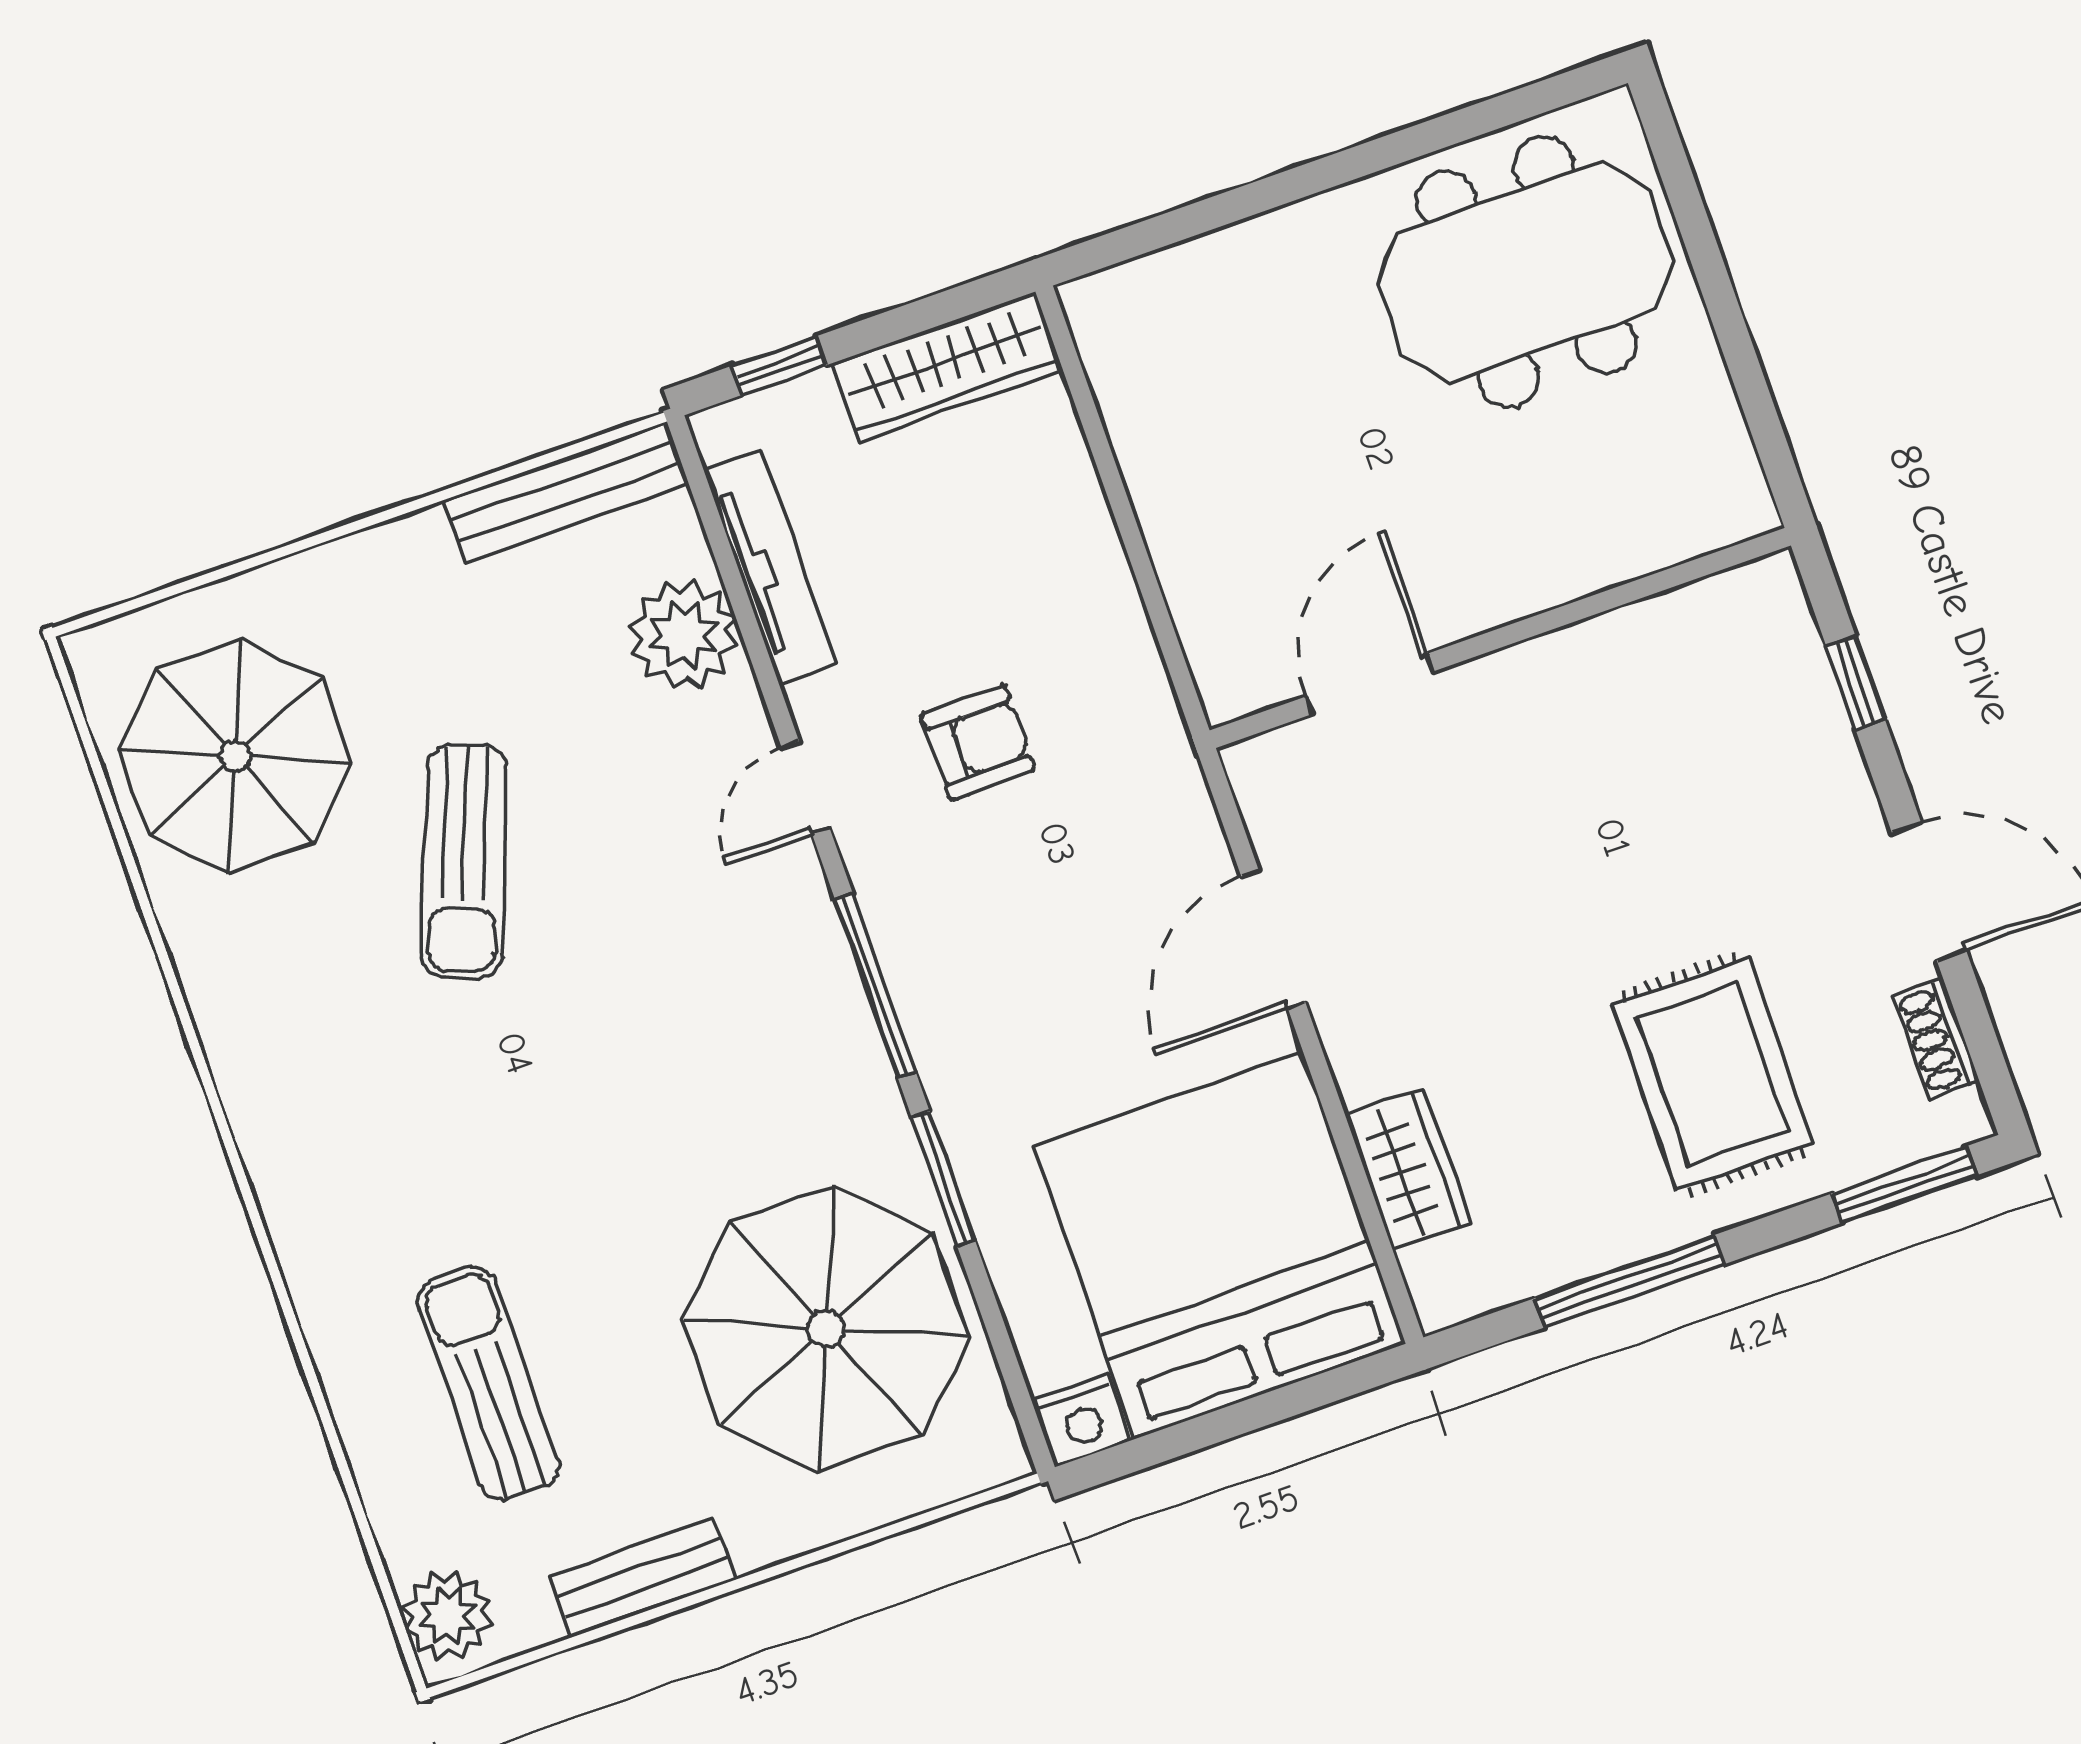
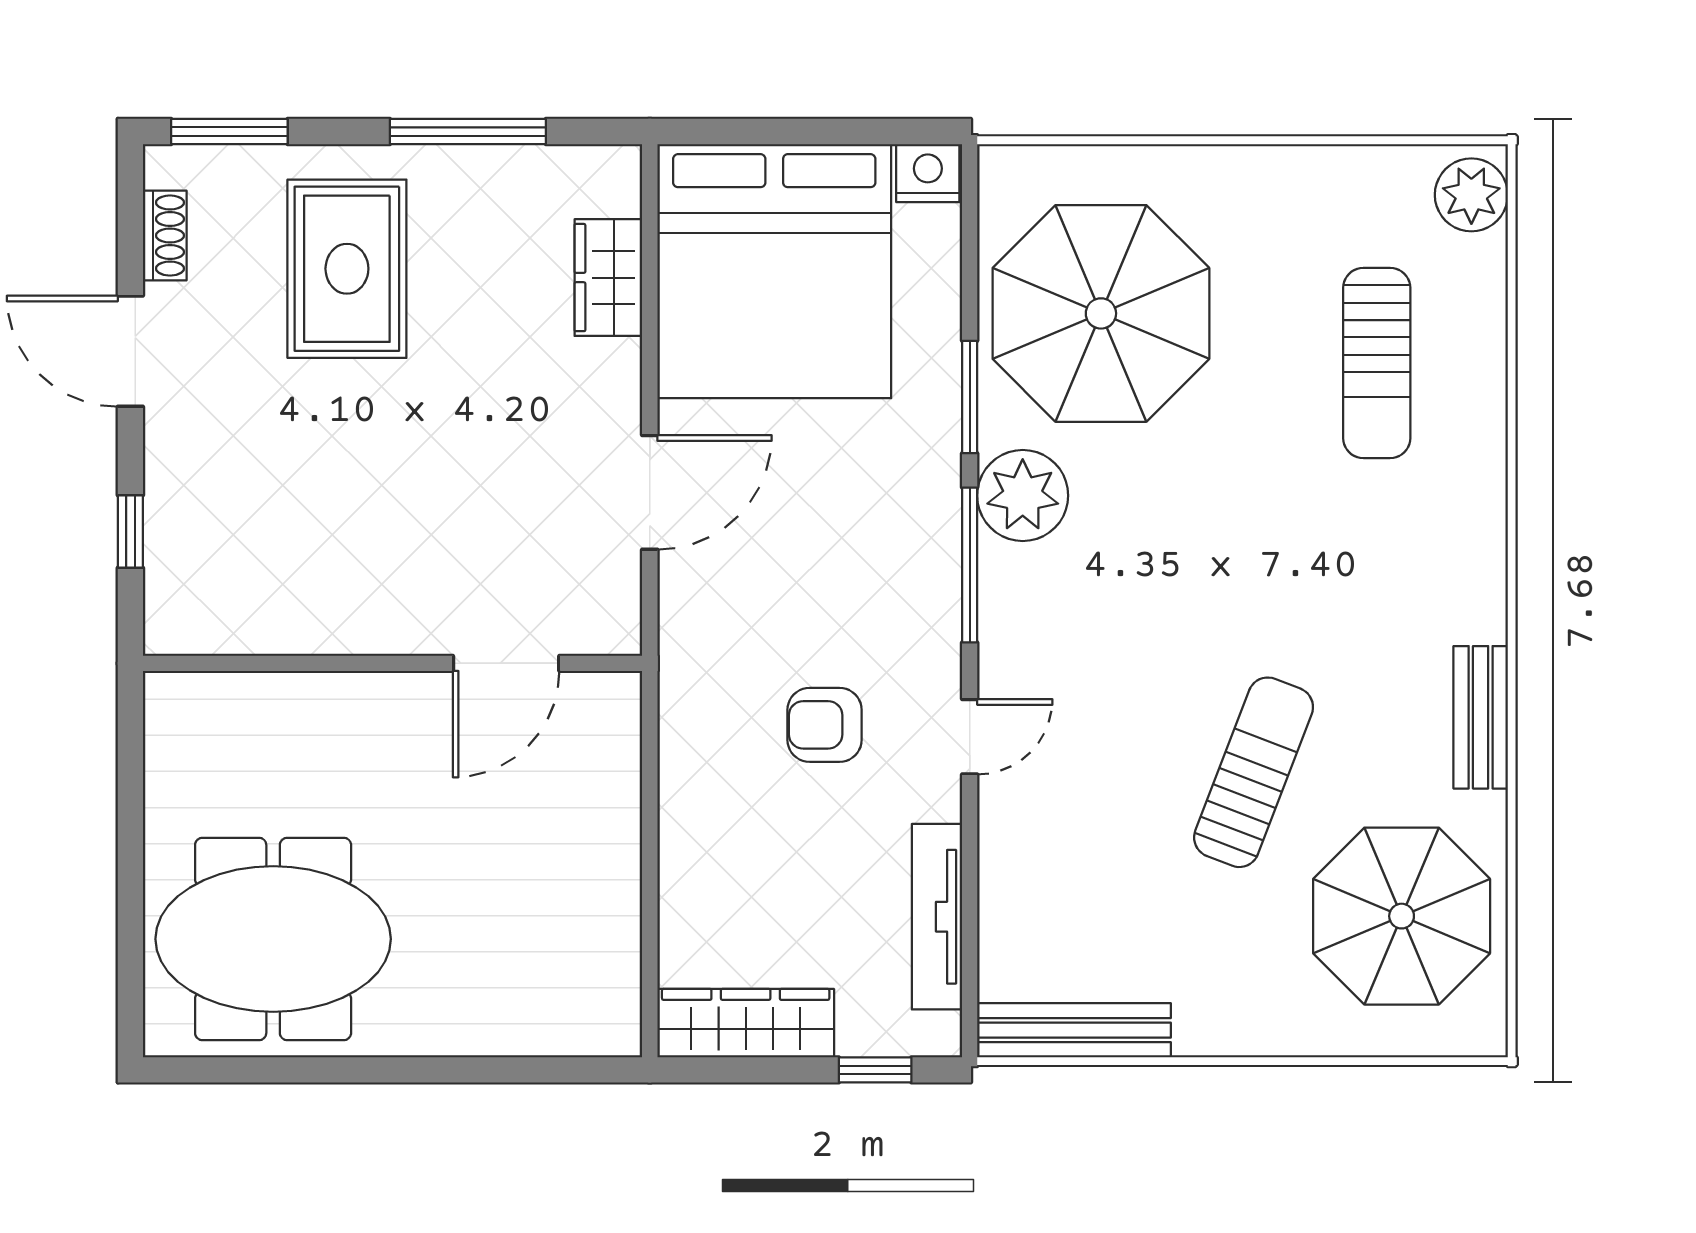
plant: (683, 635) -> (1023, 496), moved
bench: (642, 1577) -> (1481, 717), moved, turned 90

